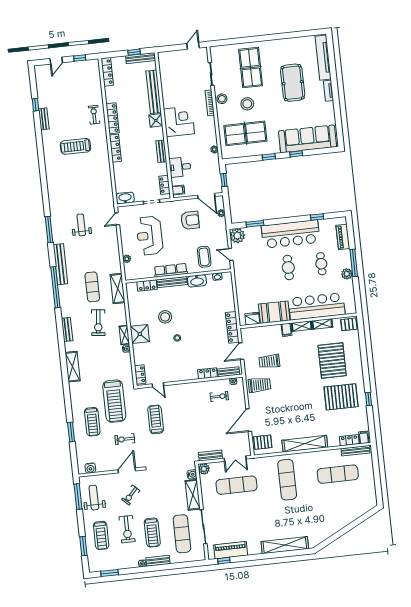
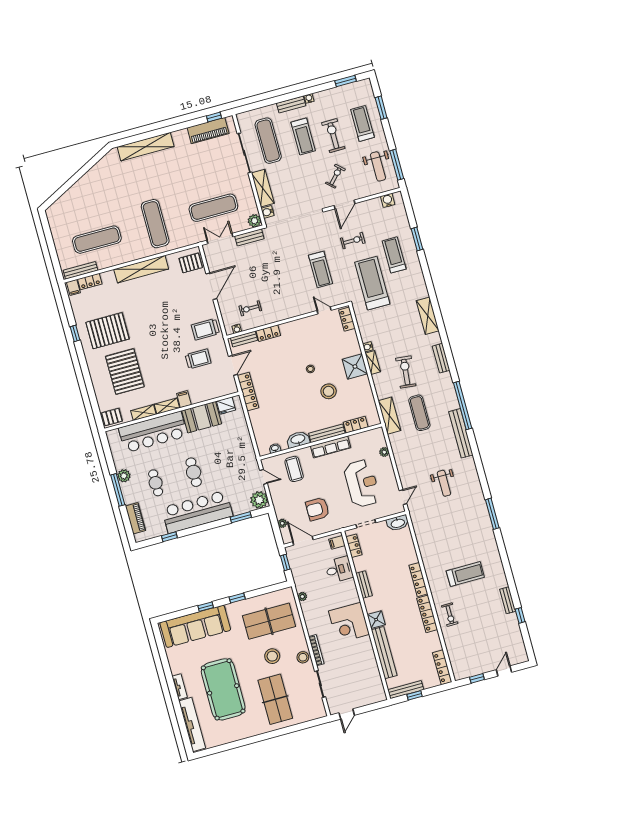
pool table: (293, 83) -> (223, 689), width x1.36, depth x1.32
window: (49, 230) -> (492, 514), moved
treadmill: (152, 533) -> (303, 136), turned 180

